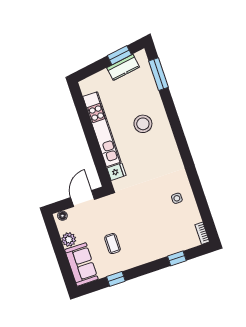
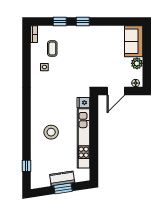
window: (119, 55) -> (63, 188), moved
kitchen counter: (123, 67) -> (62, 178), moved
window: (159, 74) -> (27, 166), width x0.46
coffee table: (112, 244) -> (52, 49), moved
window: (116, 279) -> (83, 22), moved

